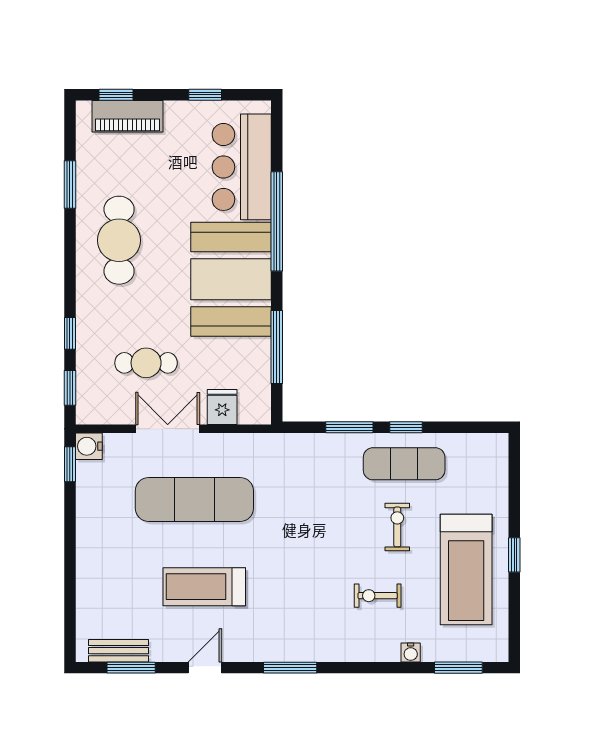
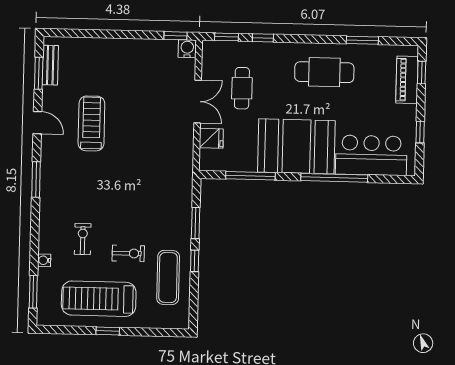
exercise mat: (404, 464) -> (168, 277), moved
exercise mat: (194, 499) -> (150, 118), removed

